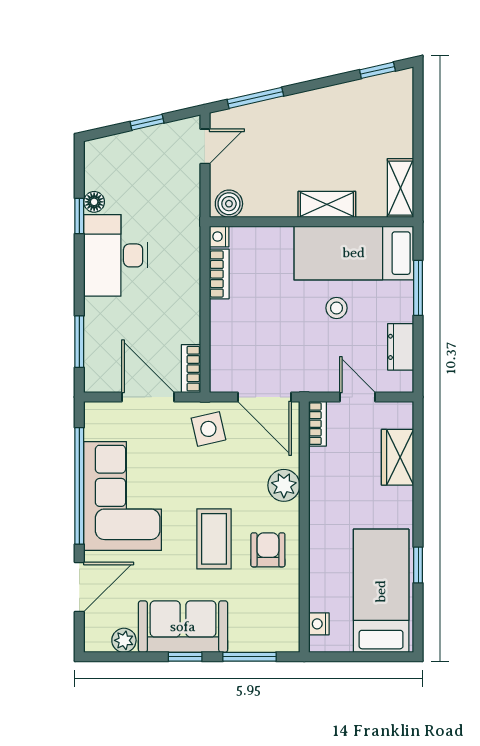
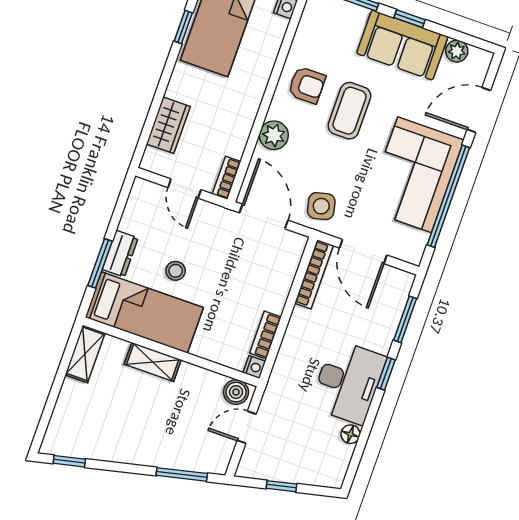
door: (205, 146) -> (247, 427), moved
window: (79, 216) -> (386, 374), moved
dresser: (401, 347) -> (120, 254), moved
bookcase: (191, 369) -> (314, 274), width x1.56
armchair: (268, 550) -> (307, 85), turned -90

